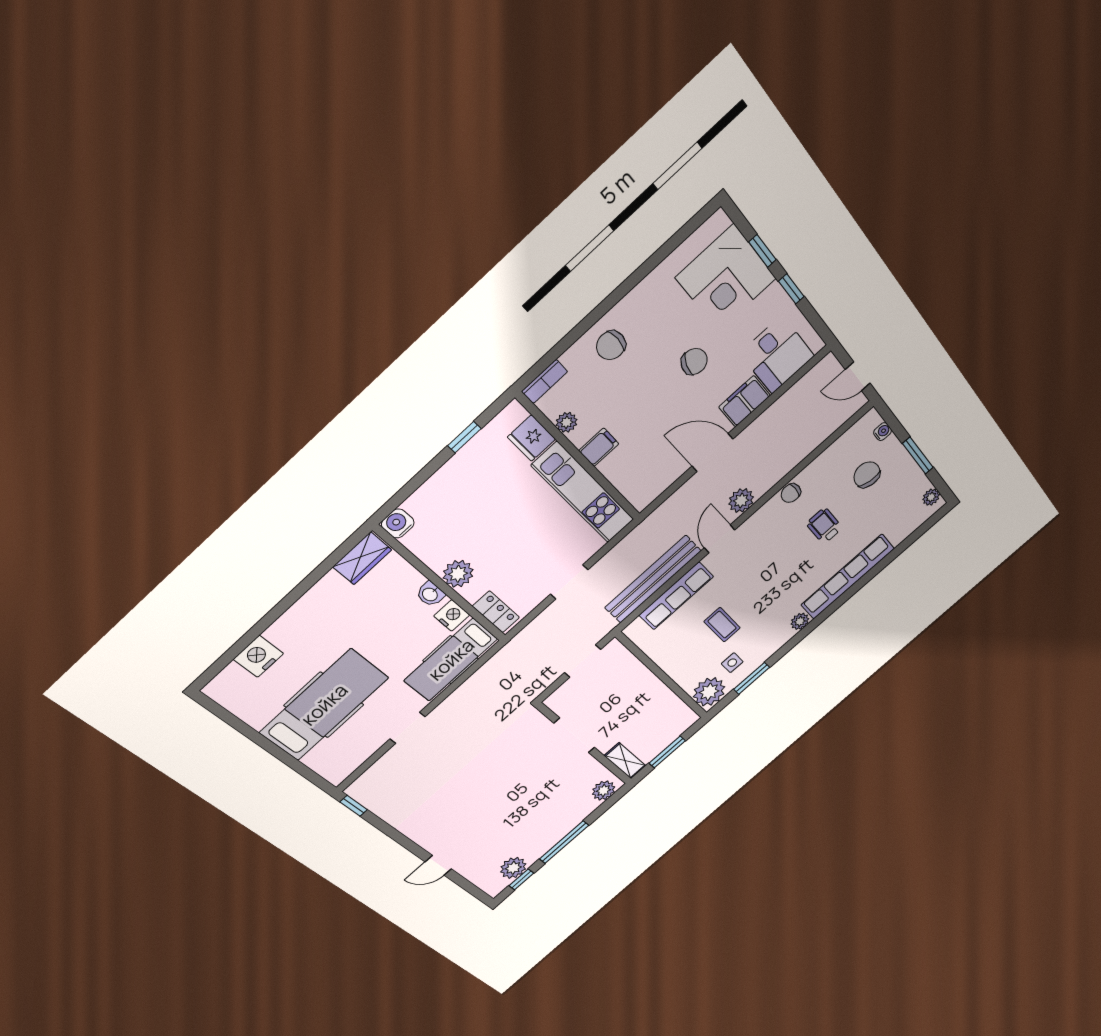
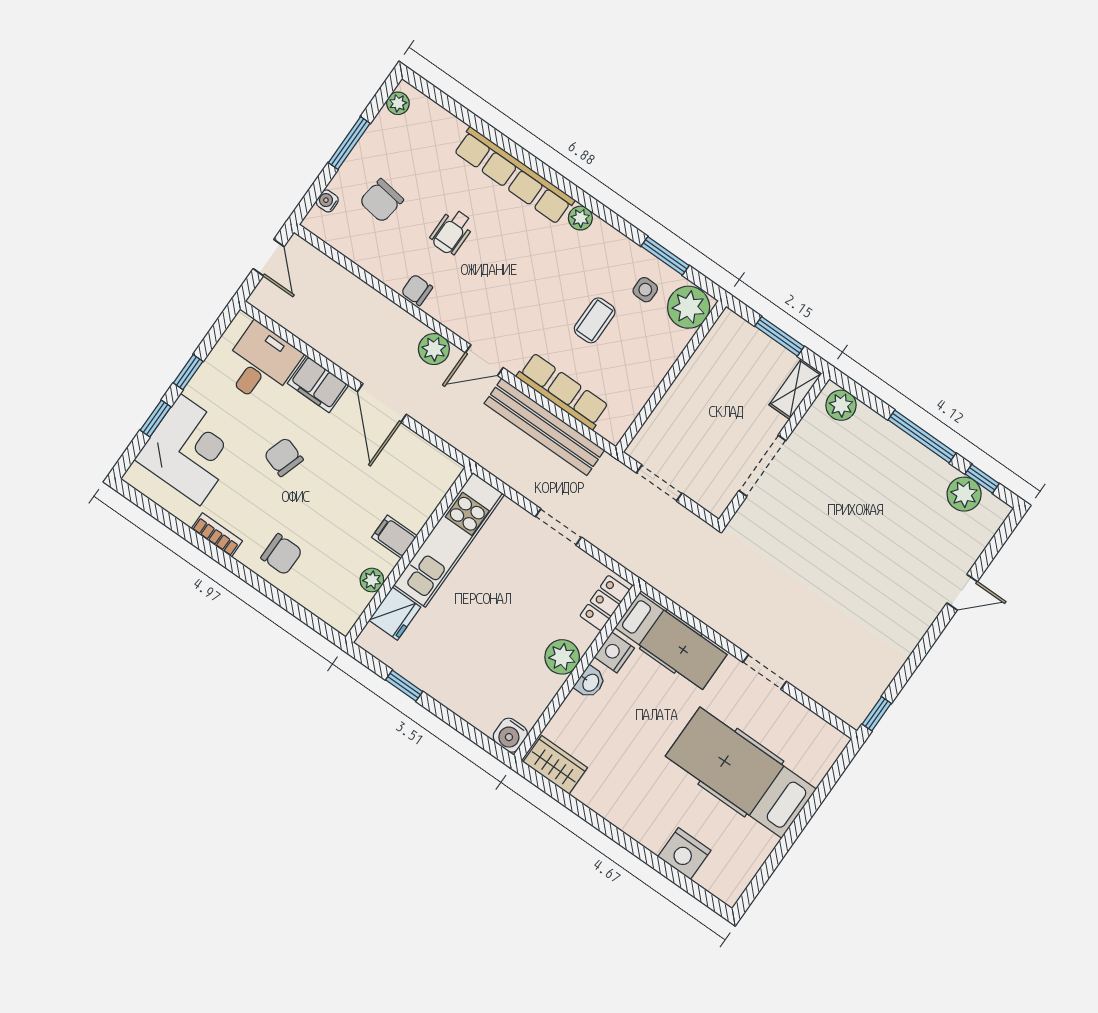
bookcase: (545, 382) -> (217, 535), moved
chair: (791, 493) -> (417, 290), turned 180
door: (438, 865) -> (962, 592), hinge flipped

